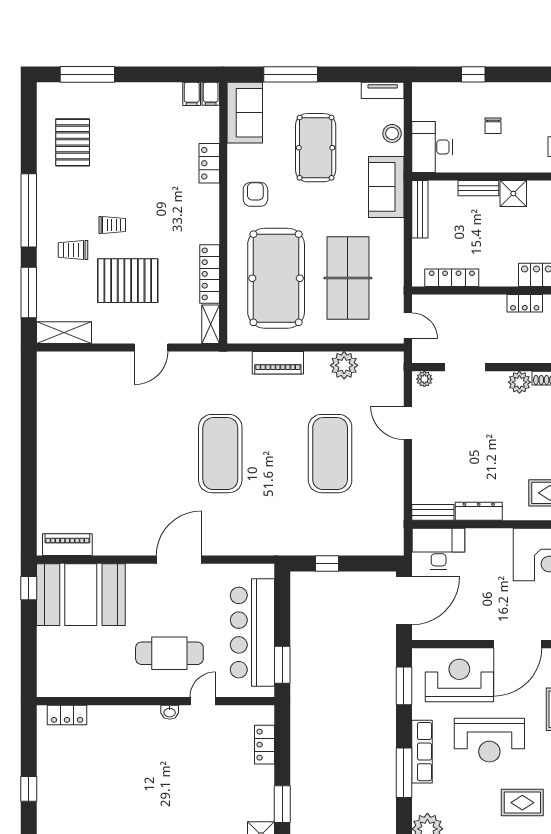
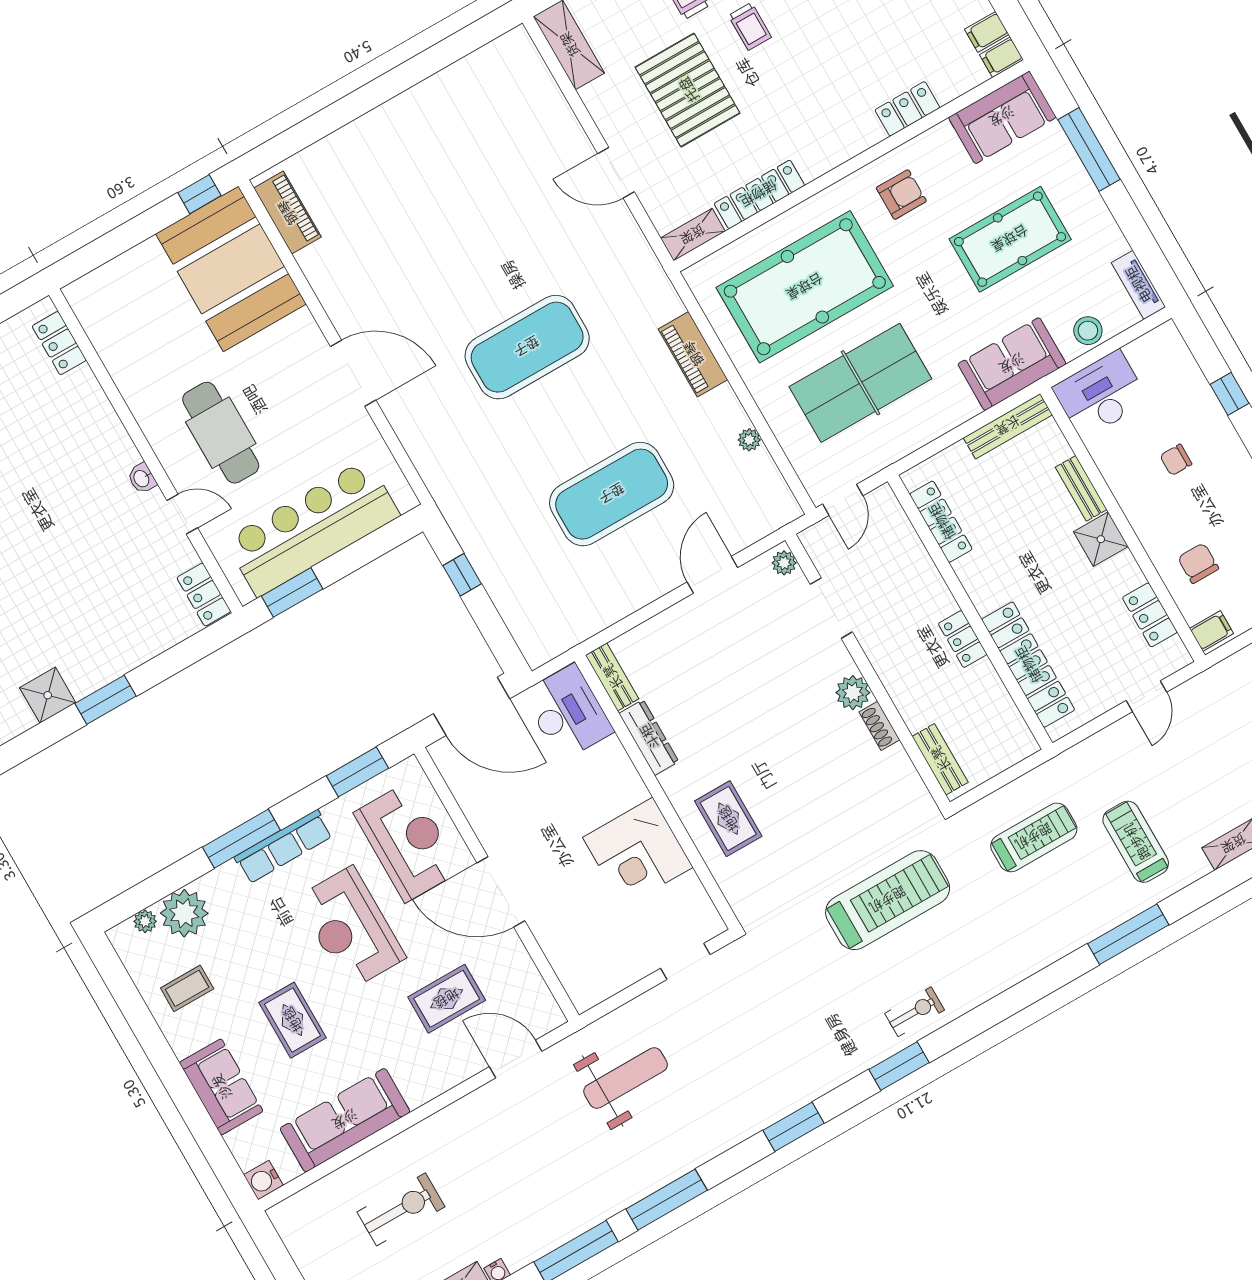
plant: (344, 365) -> (749, 440), width x0.53, depth x0.53
locker: (264, 745) -> (204, 595), moved, turned -90

